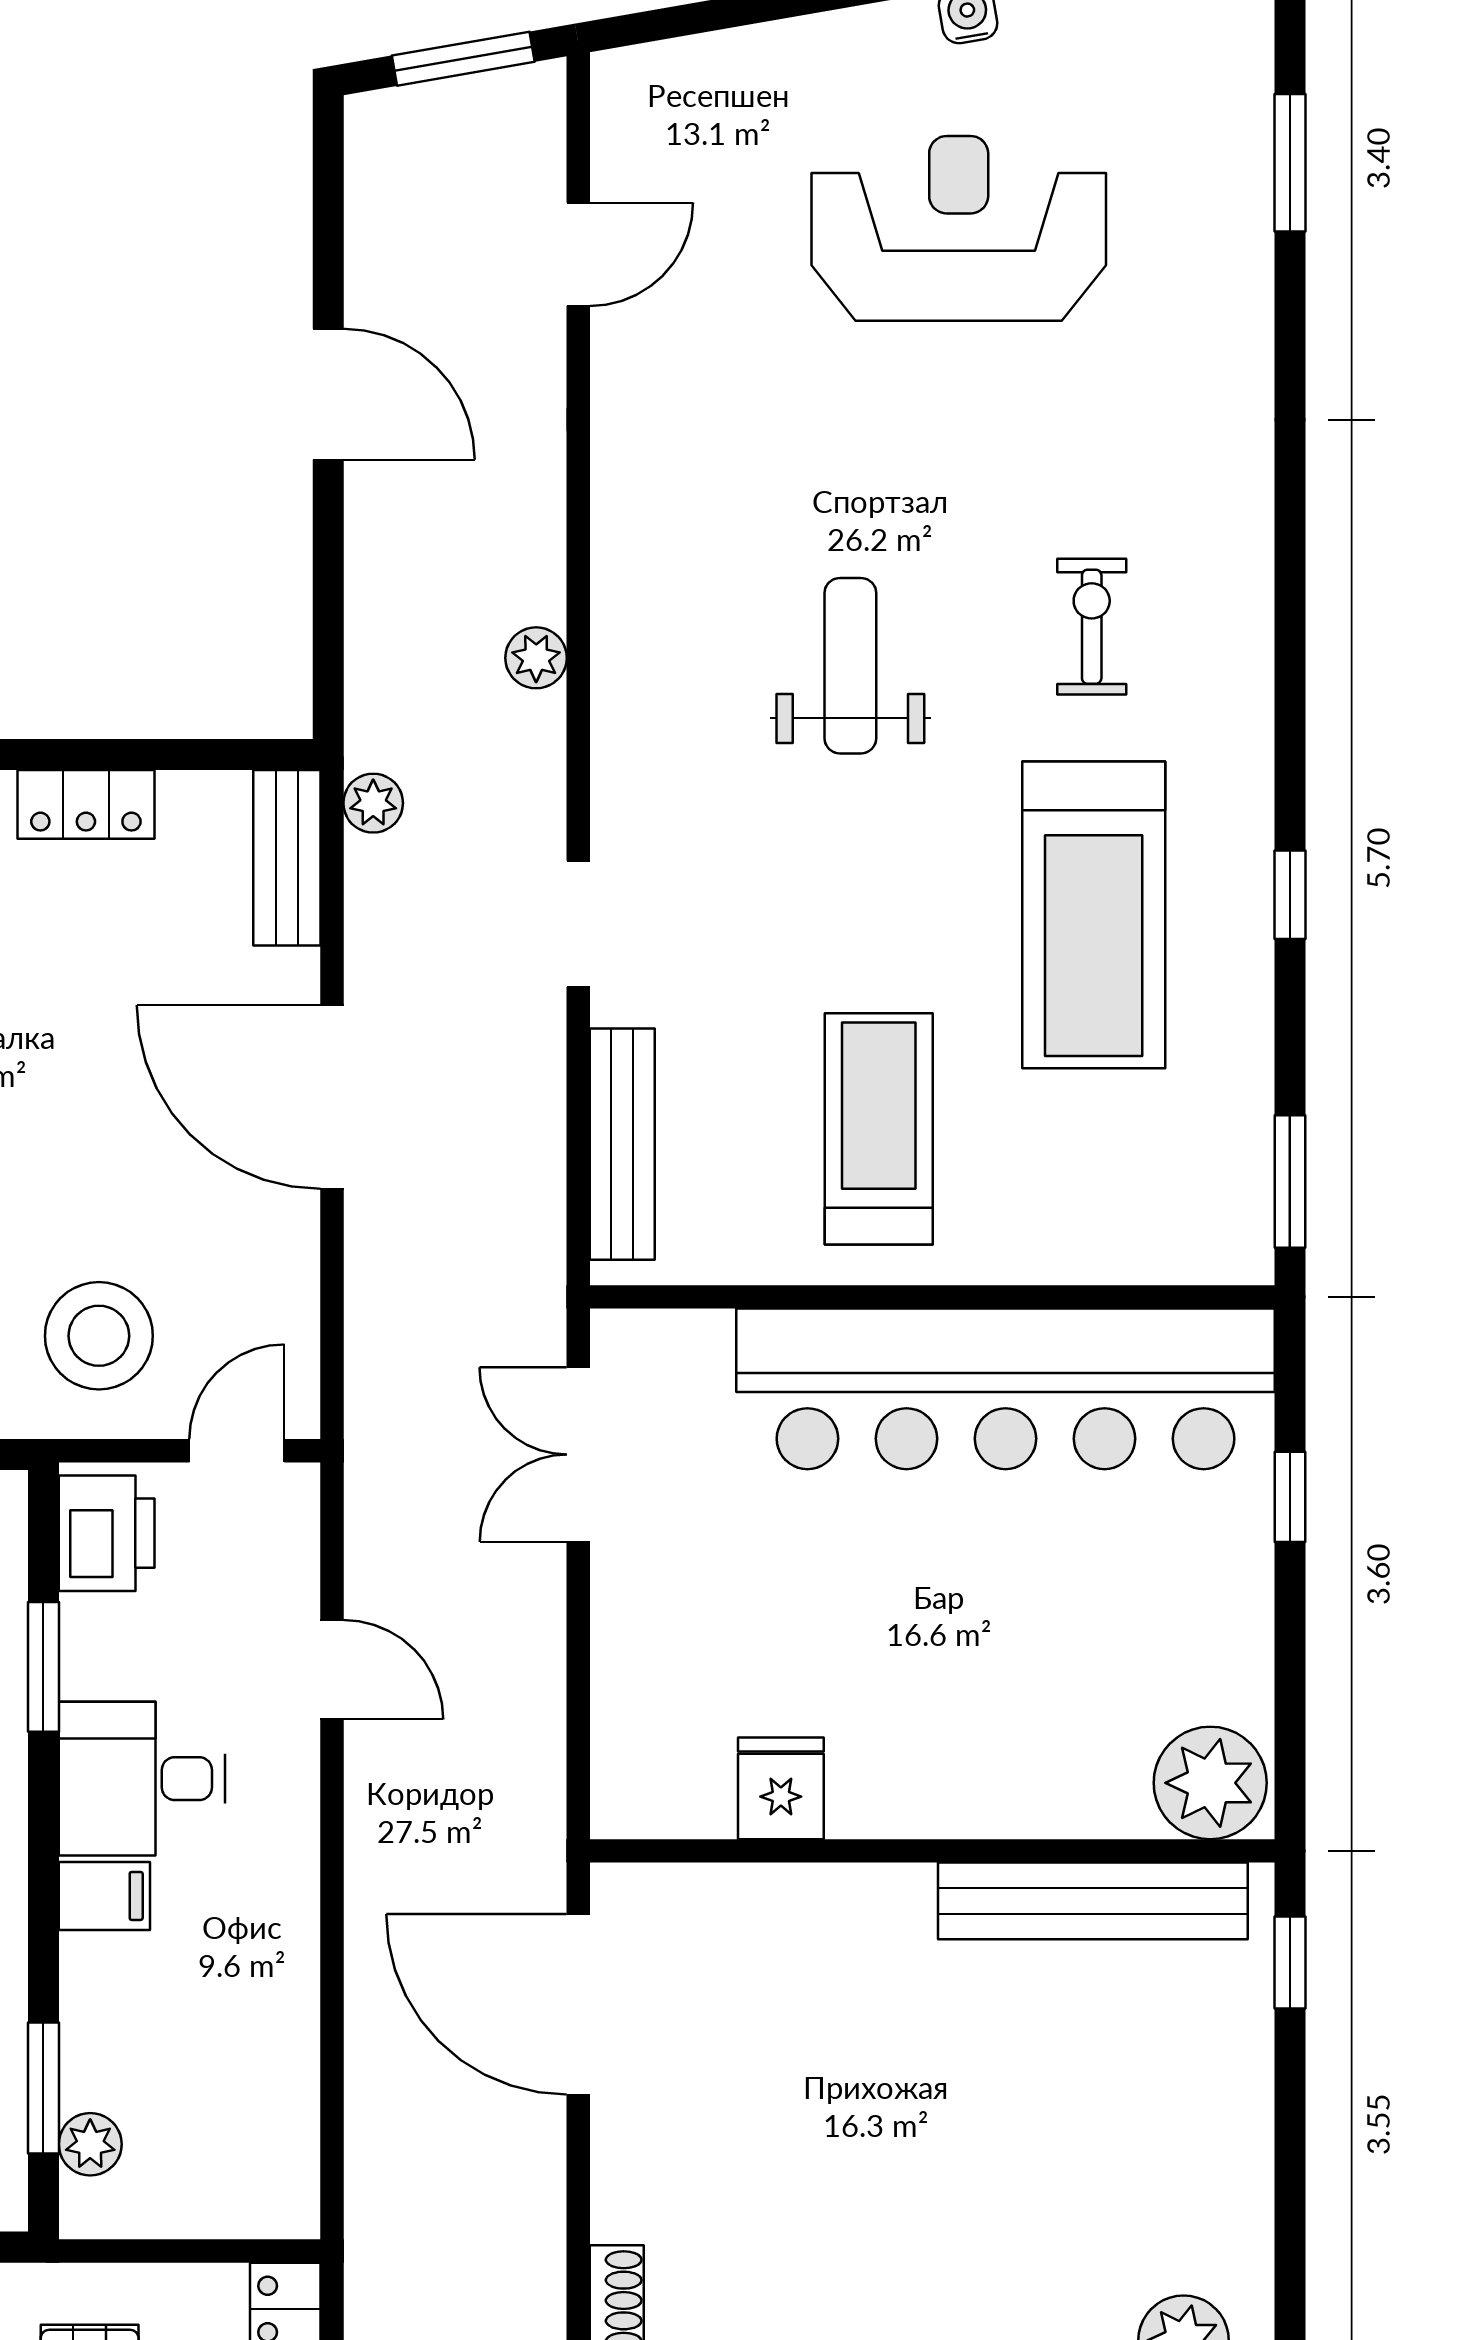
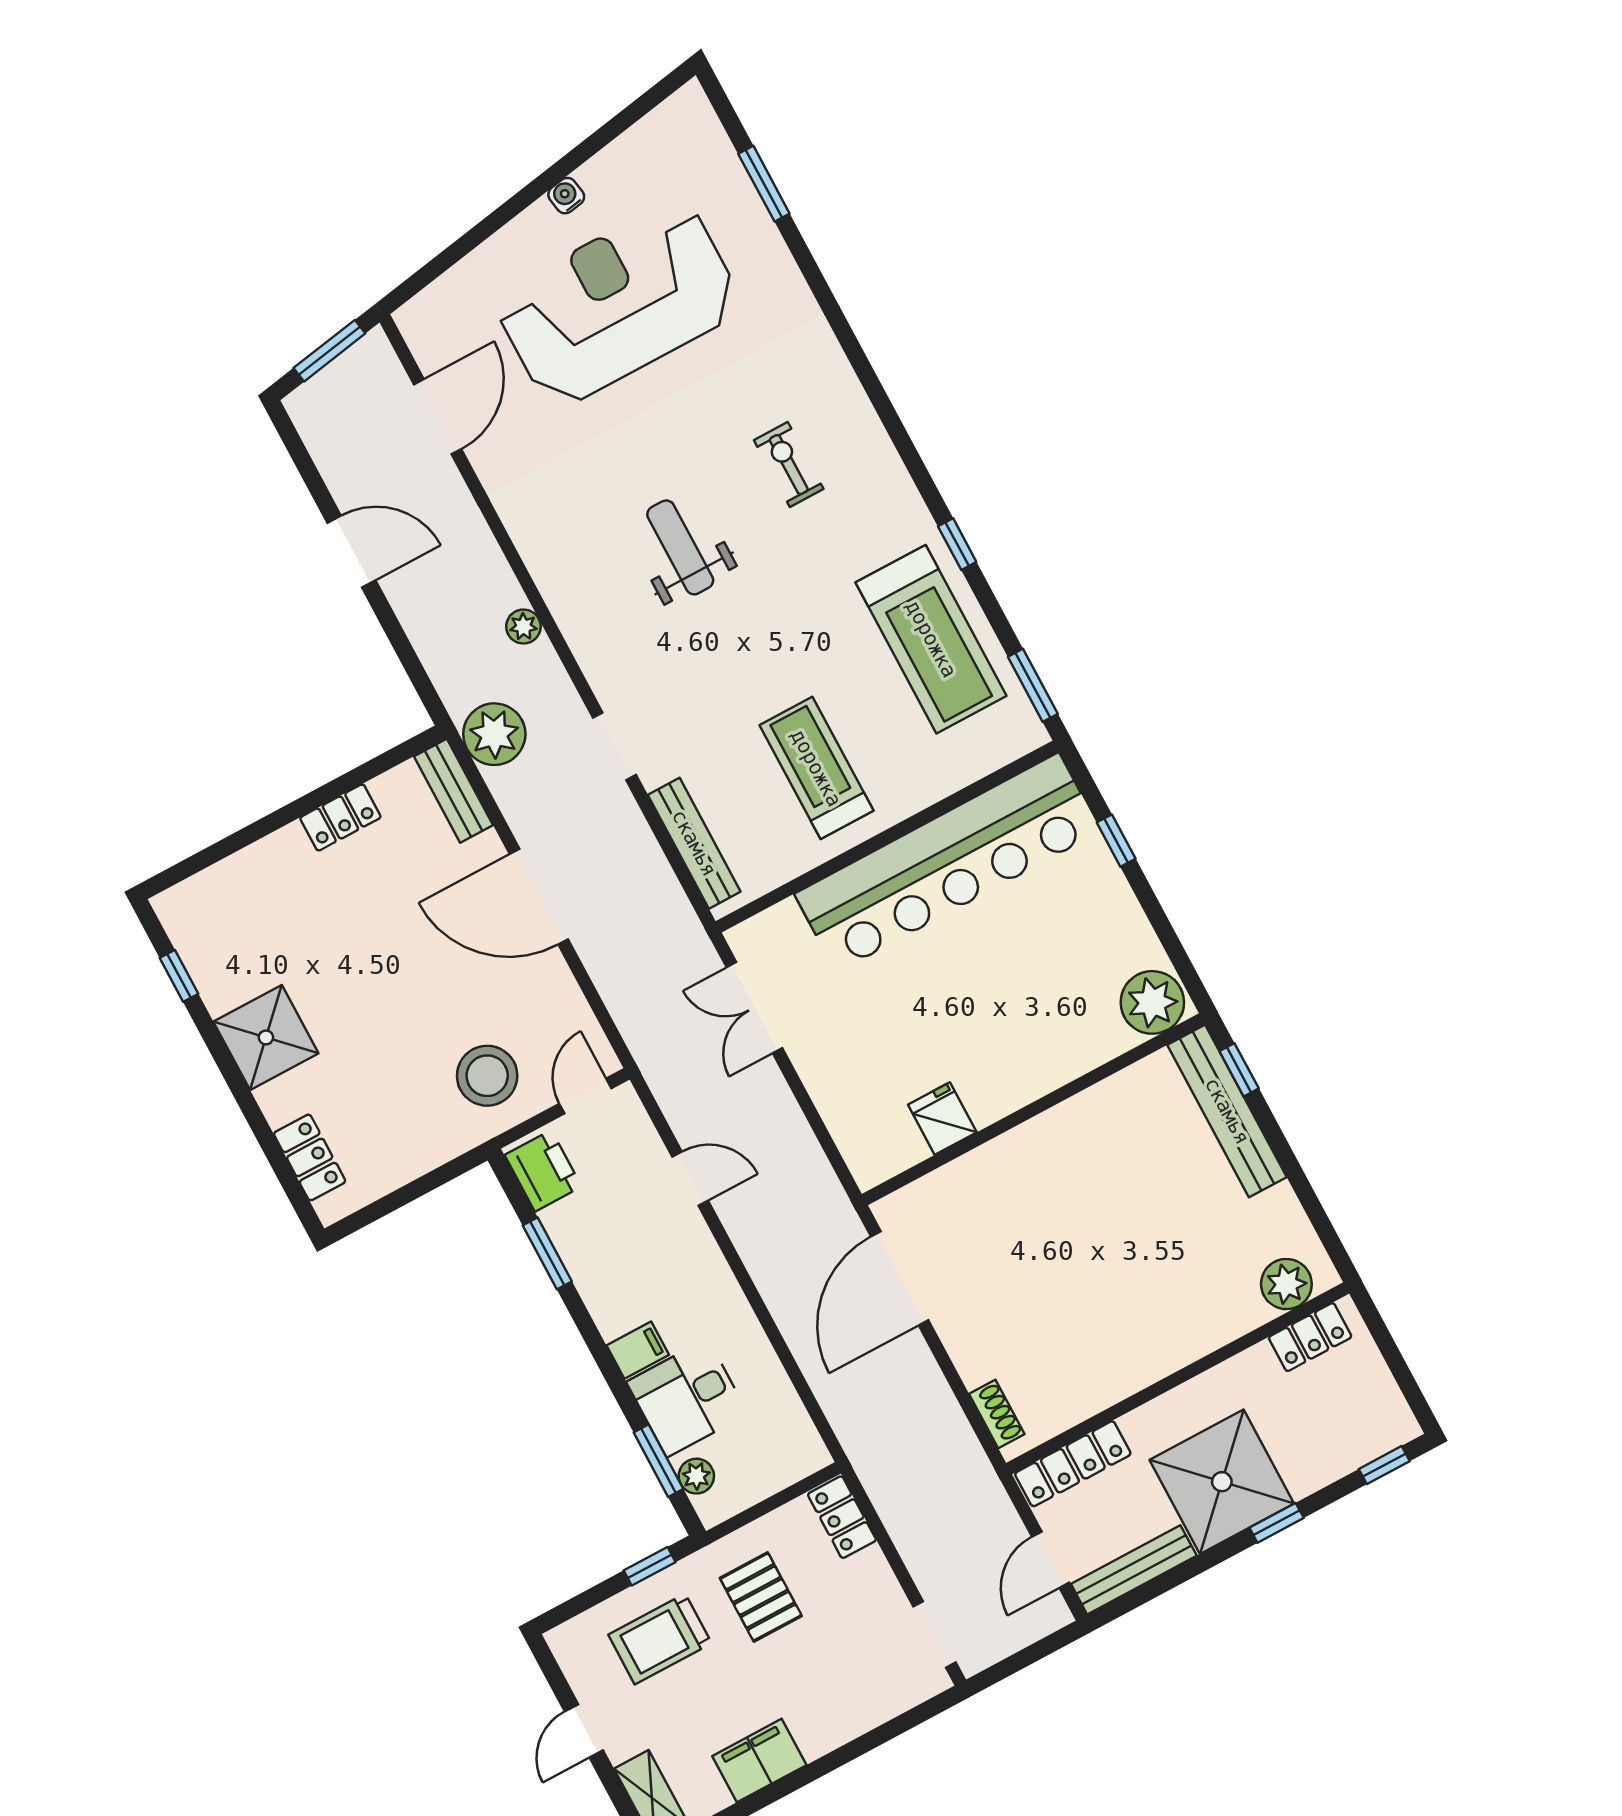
reception desk: (959, 228) -> (618, 304), width x1.36, depth x1.30
door: (578, 254) -> (438, 417), width x1.38
plant: (373, 803) -> (494, 734), width x1.87, depth x1.87
treadmill: (1094, 915) -> (931, 639), moved
desk: (142, 1779) -> (687, 1398), moved
bench: (1093, 1901) -> (1227, 1111), moved, turned 90
door: (578, 2004) -> (900, 1278), hinge flipped

